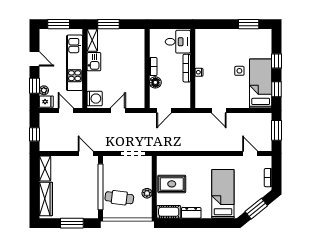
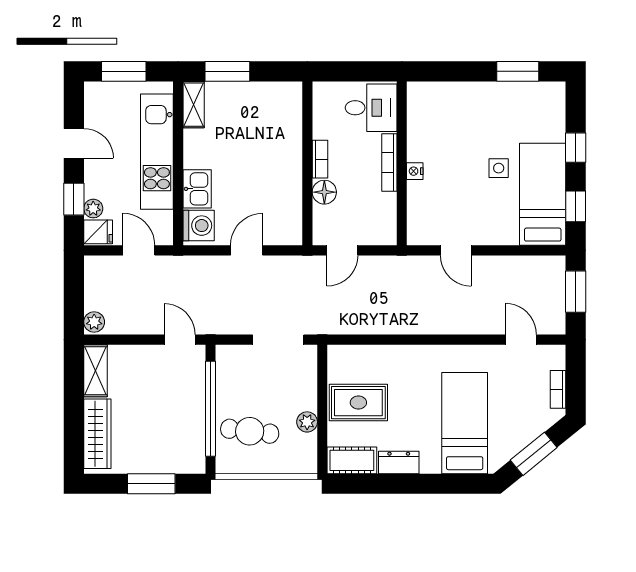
kitchen sink: (94, 62) -> (197, 189), moved
window: (35, 134) -> (74, 300), removed
plant: (44, 145) -> (94, 322), added

